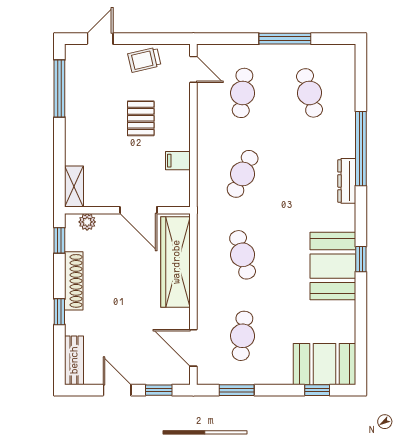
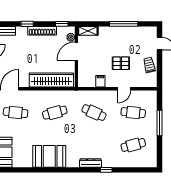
window: (285, 39) -> (160, 123), moved
door: (193, 69) -> (124, 89), moved
window: (59, 89) -> (124, 24), moved
window: (361, 149) -> (106, 170), width x0.32
door: (138, 210) -> (76, 51), moved
window: (361, 259) -> (53, 170), removed

